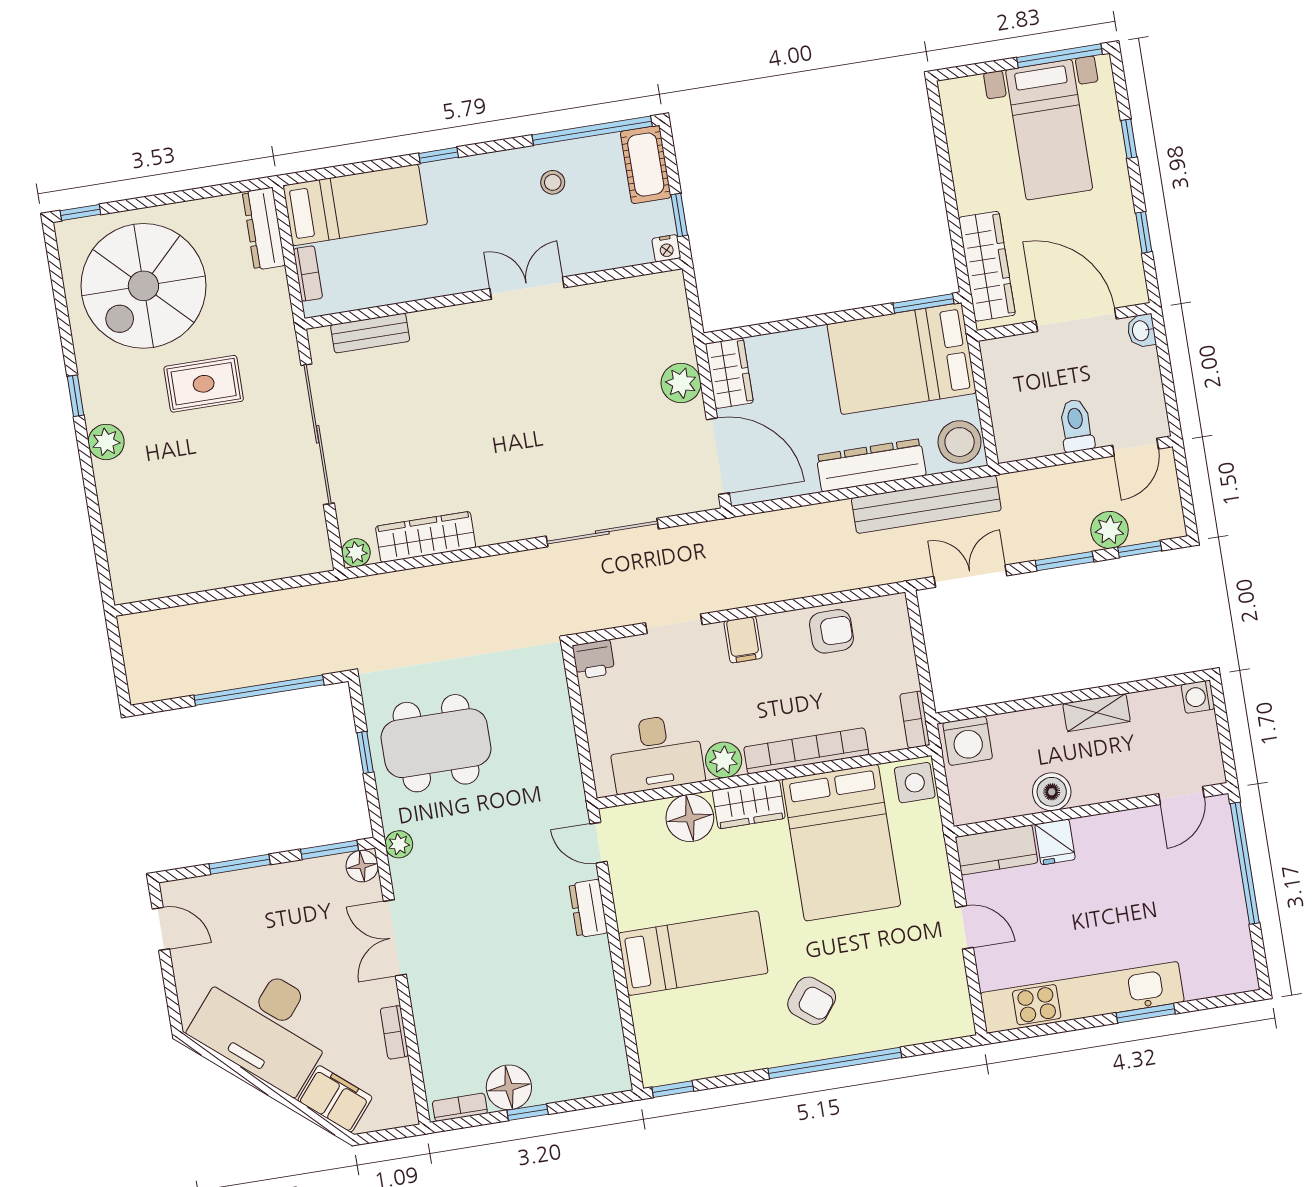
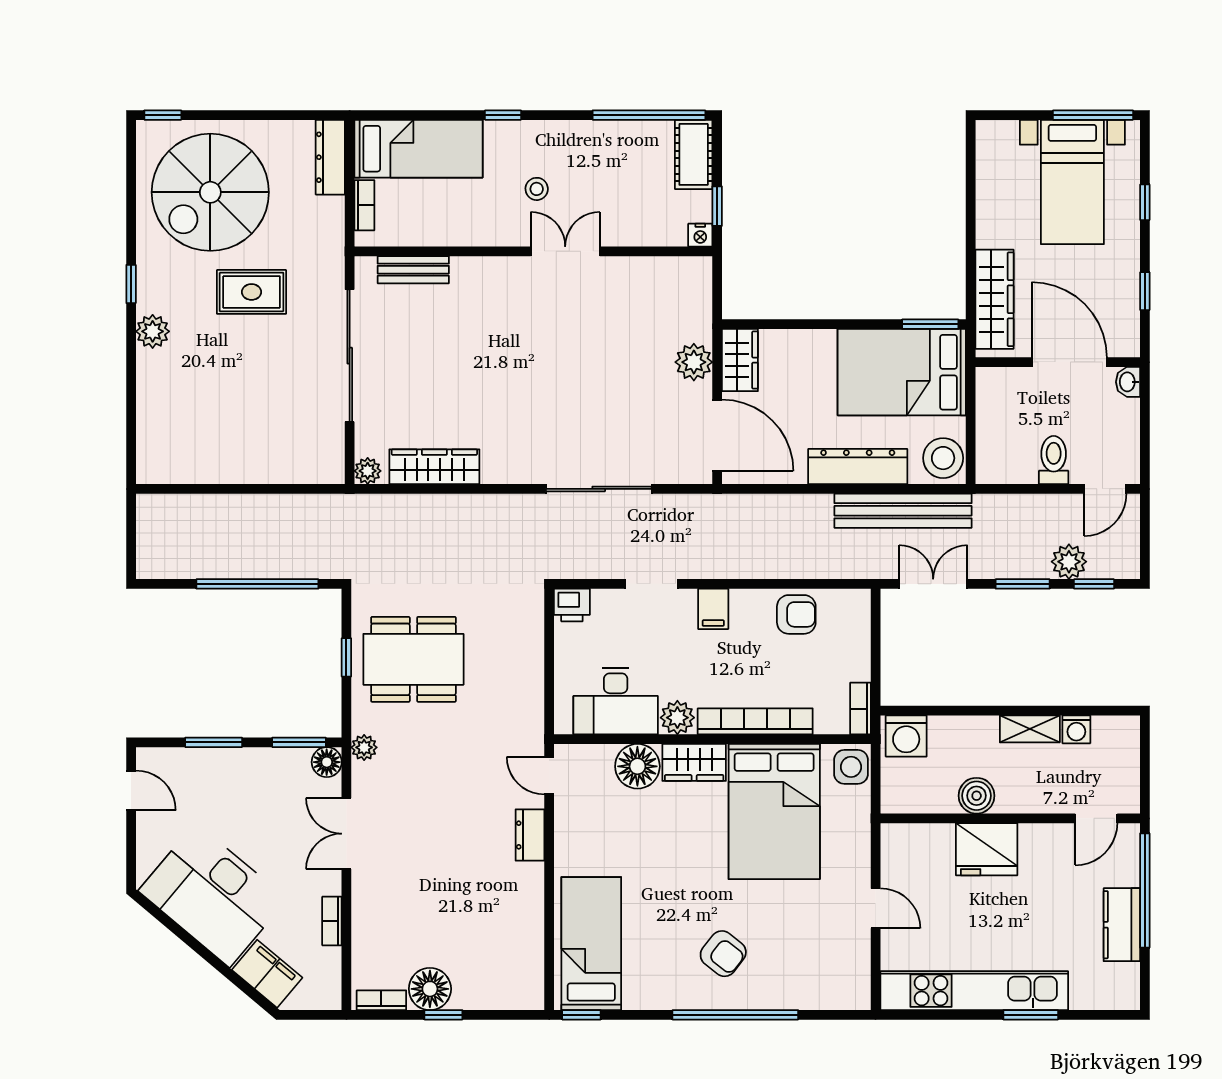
stool: (553, 182) -> (537, 189), moved
washing machine: (1198, 697) -> (1076, 729), moved, turned -90
fridge: (1055, 842) -> (987, 849), width x1.88, depth x1.34
kitchen counter: (997, 850) -> (1122, 925), moved, turned 90
bed: (693, 953) -> (591, 944), moved, turned -90

